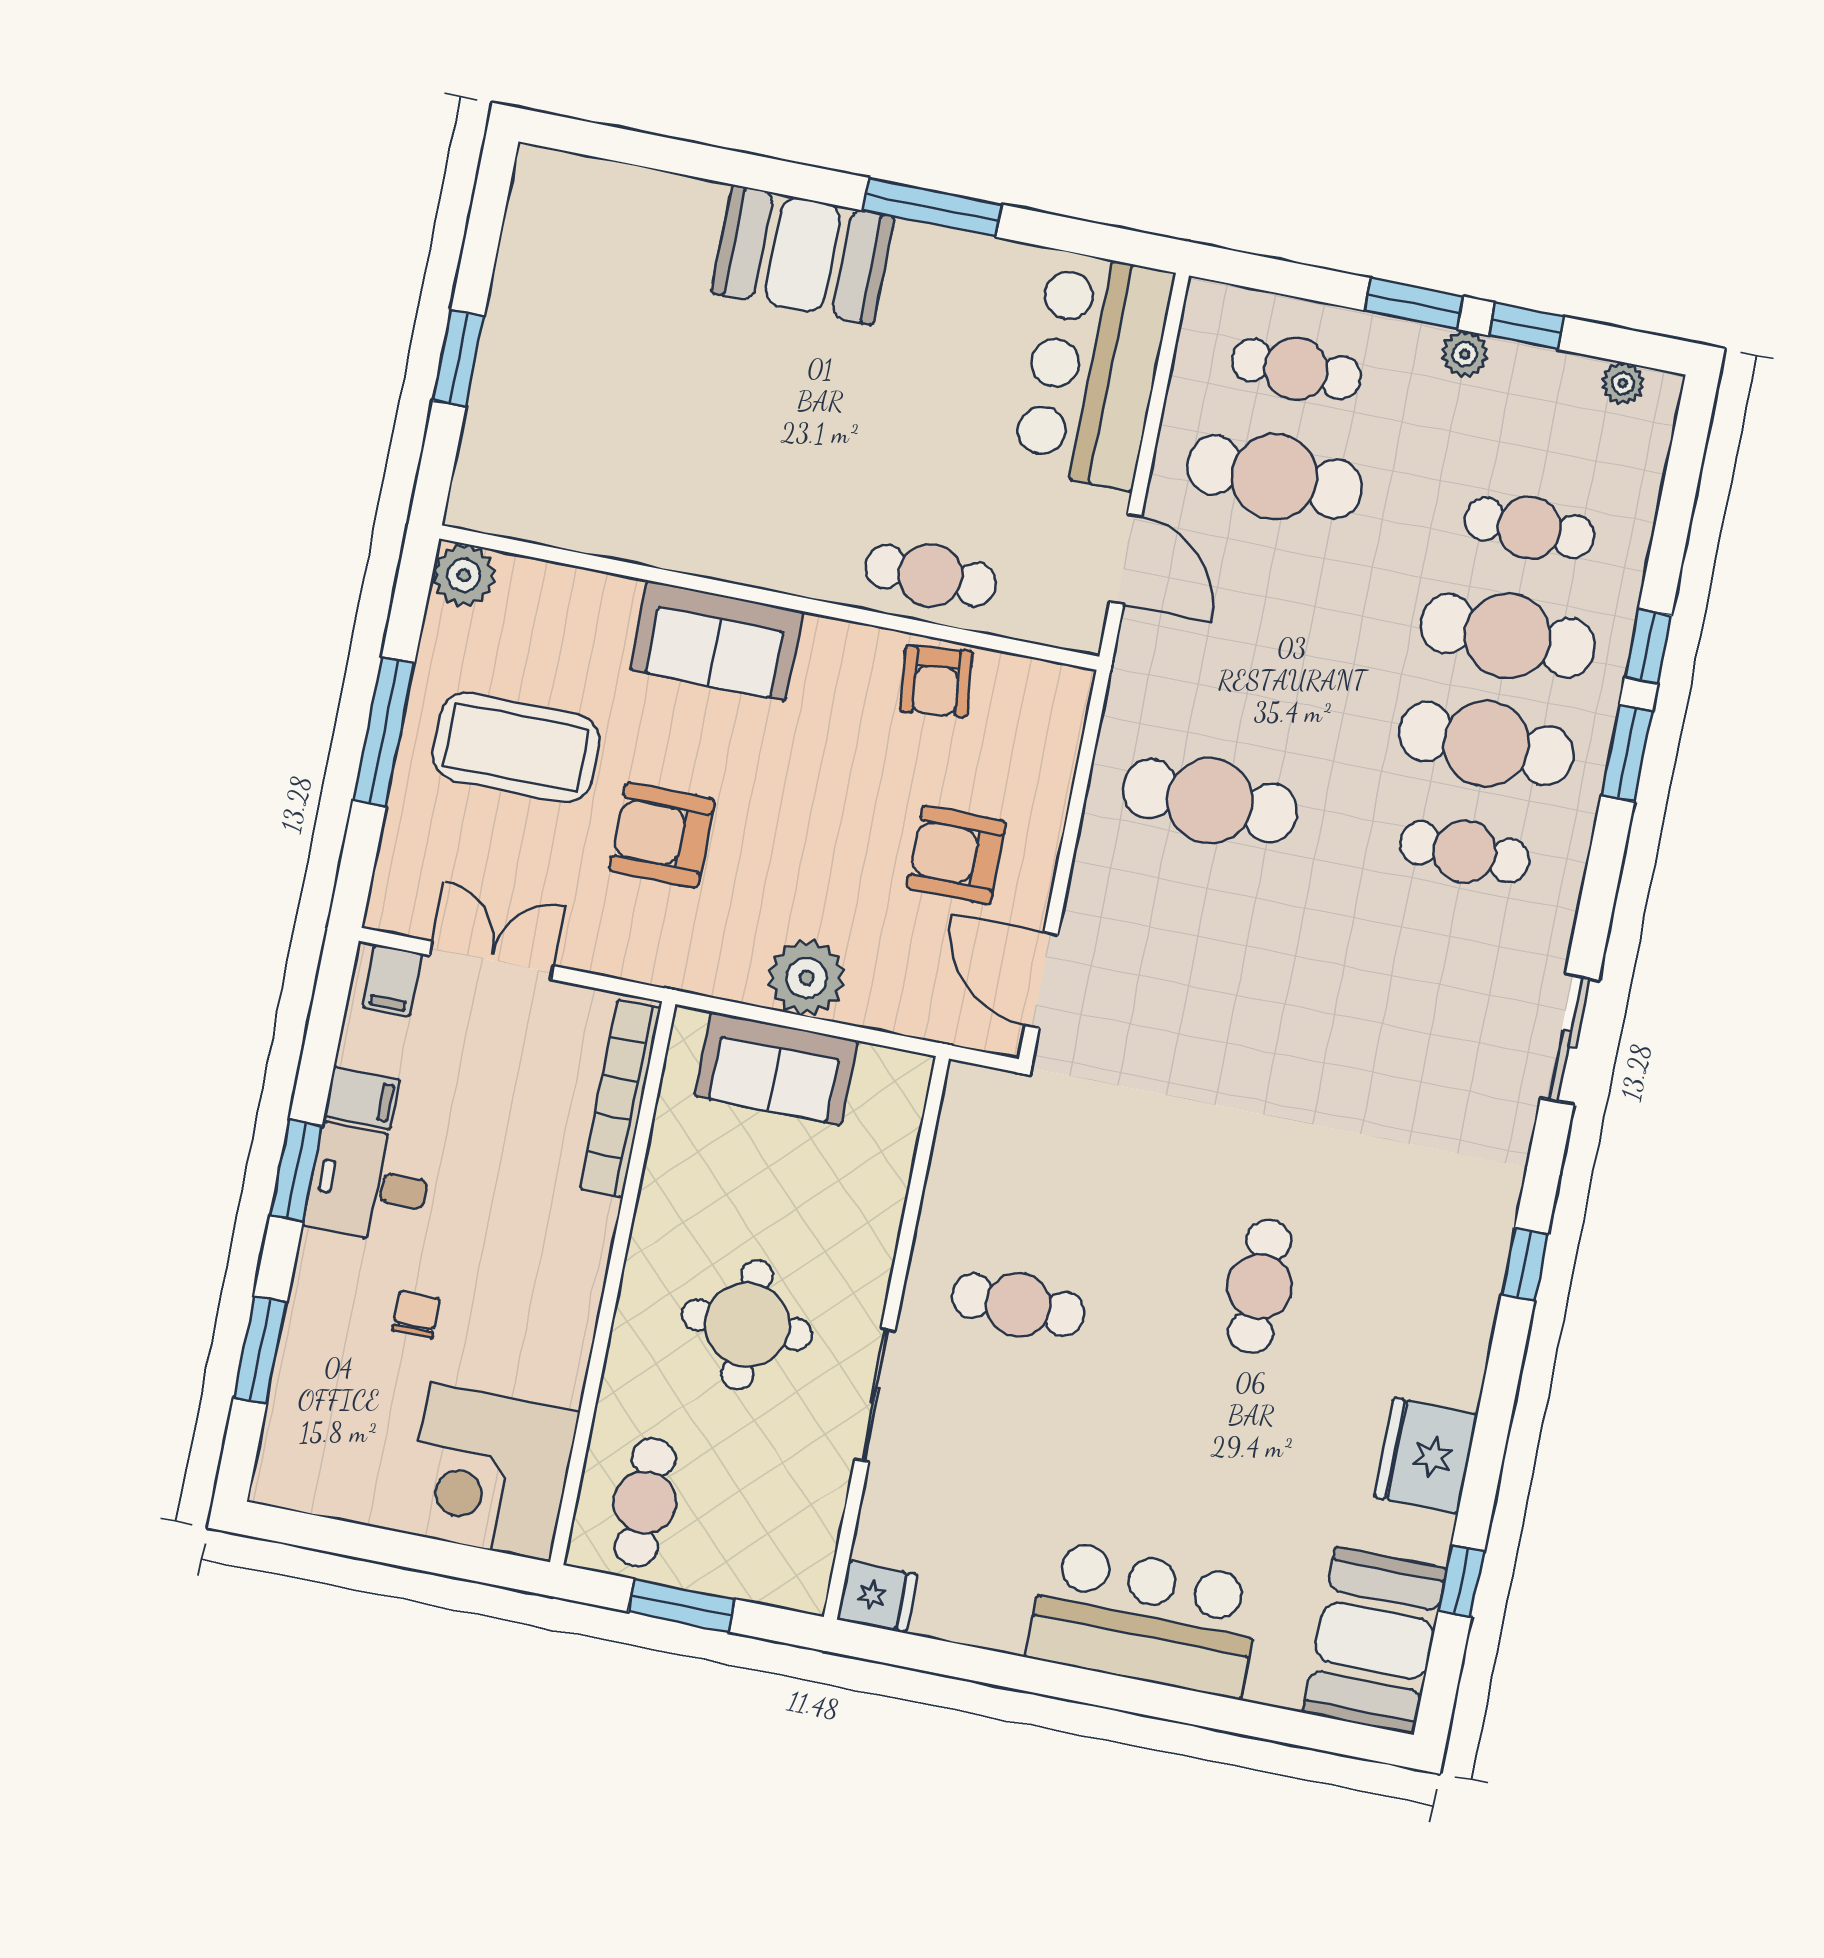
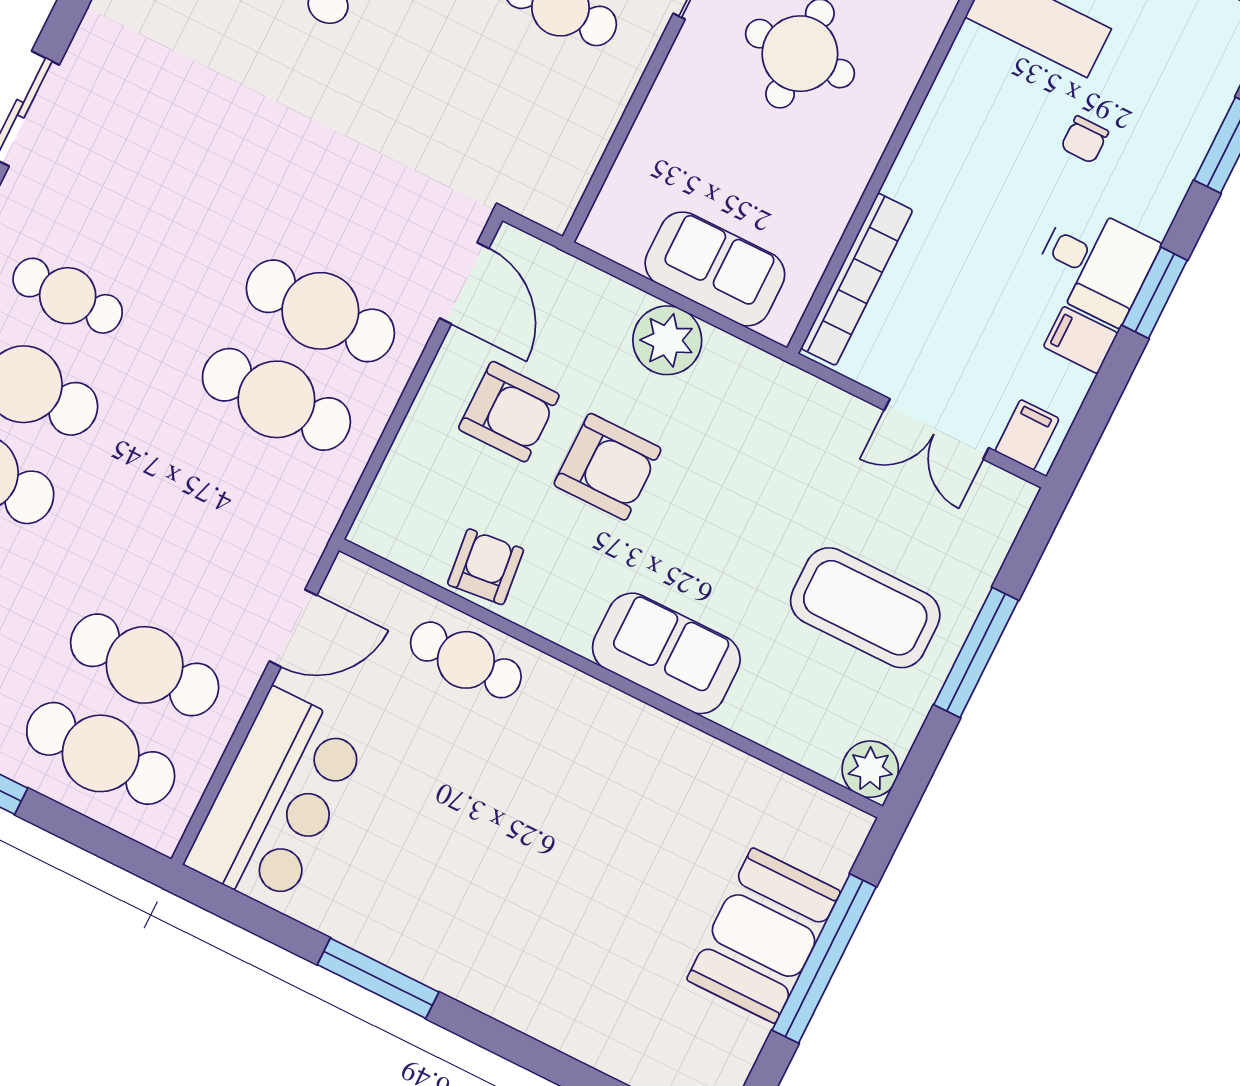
booth: (803, 255) -> (764, 936), moved, turned 90
window: (458, 358) -> (824, 958), width x2.11
cafe table: (1296, 369) -> (101, 753), width x1.37, depth x1.35
door: (1126, 559) -> (293, 628), swing flipped
armchair: (662, 835) -> (608, 467), moved
cafe table: (1188, 909) -> (320, 311), added

